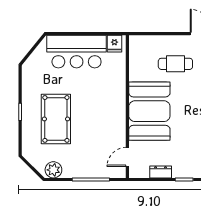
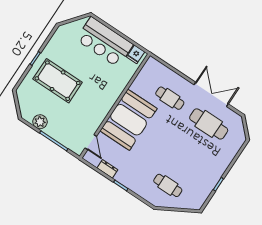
pool table: (56, 119) -> (58, 81), turned 90
door: (127, 157) -> (91, 142), swing flipped
plant: (53, 170) -> (40, 122), moved

